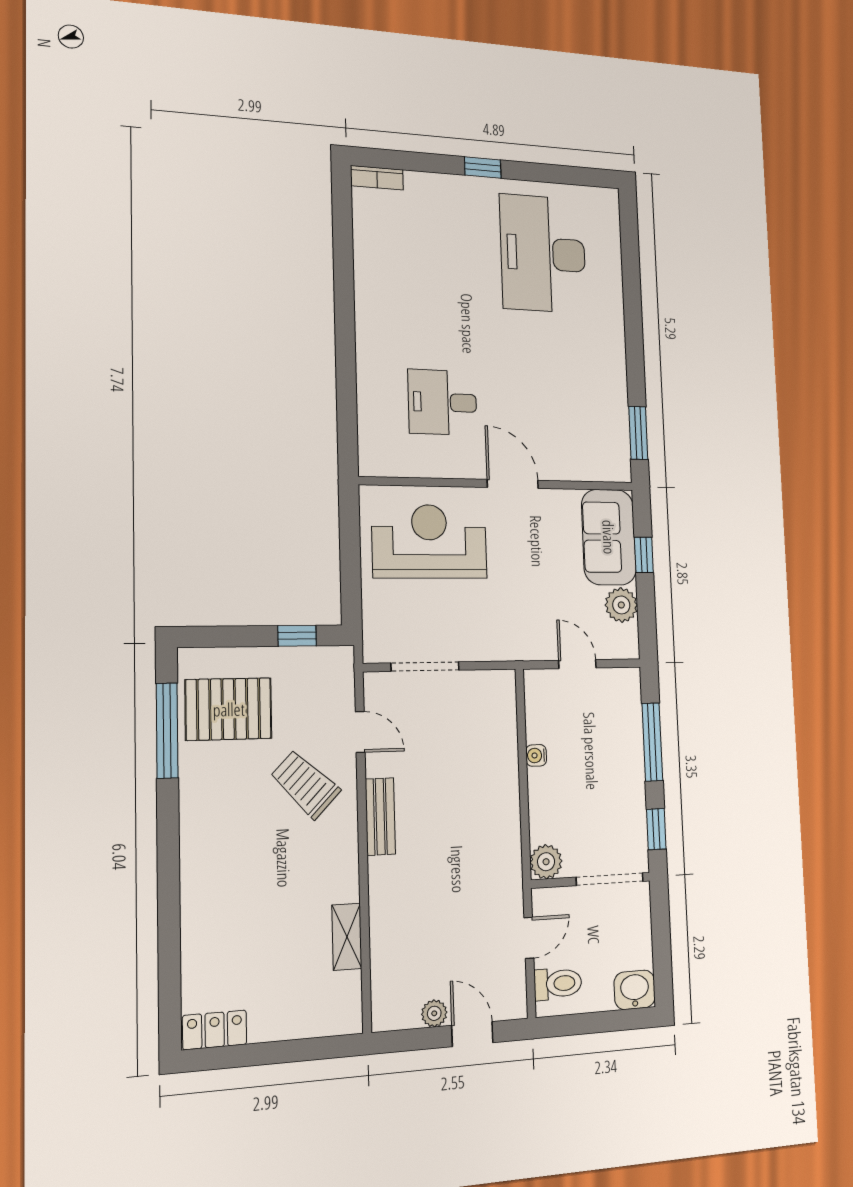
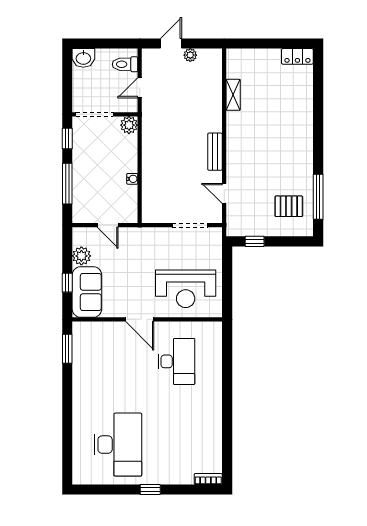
desk: (443, 402) -> (176, 361), width x1.37
pallet: (229, 709) -> (289, 206), width x0.67, depth x0.71
trolley: (305, 784) -> (252, 169), removed
door: (472, 1034) -> (171, 43), swing flipped

